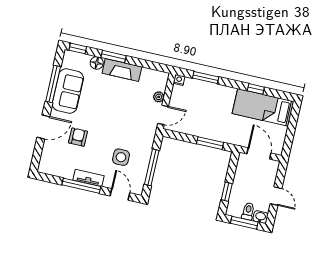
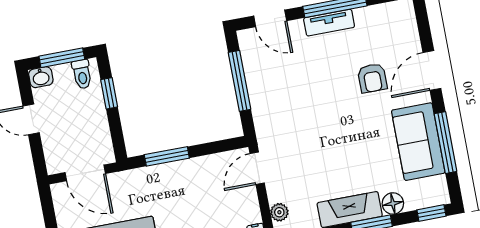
plant: (159, 97) -> (279, 212), moved
side table: (121, 157) -> (293, 76), removed
toilet: (248, 211) -> (82, 74), moved

